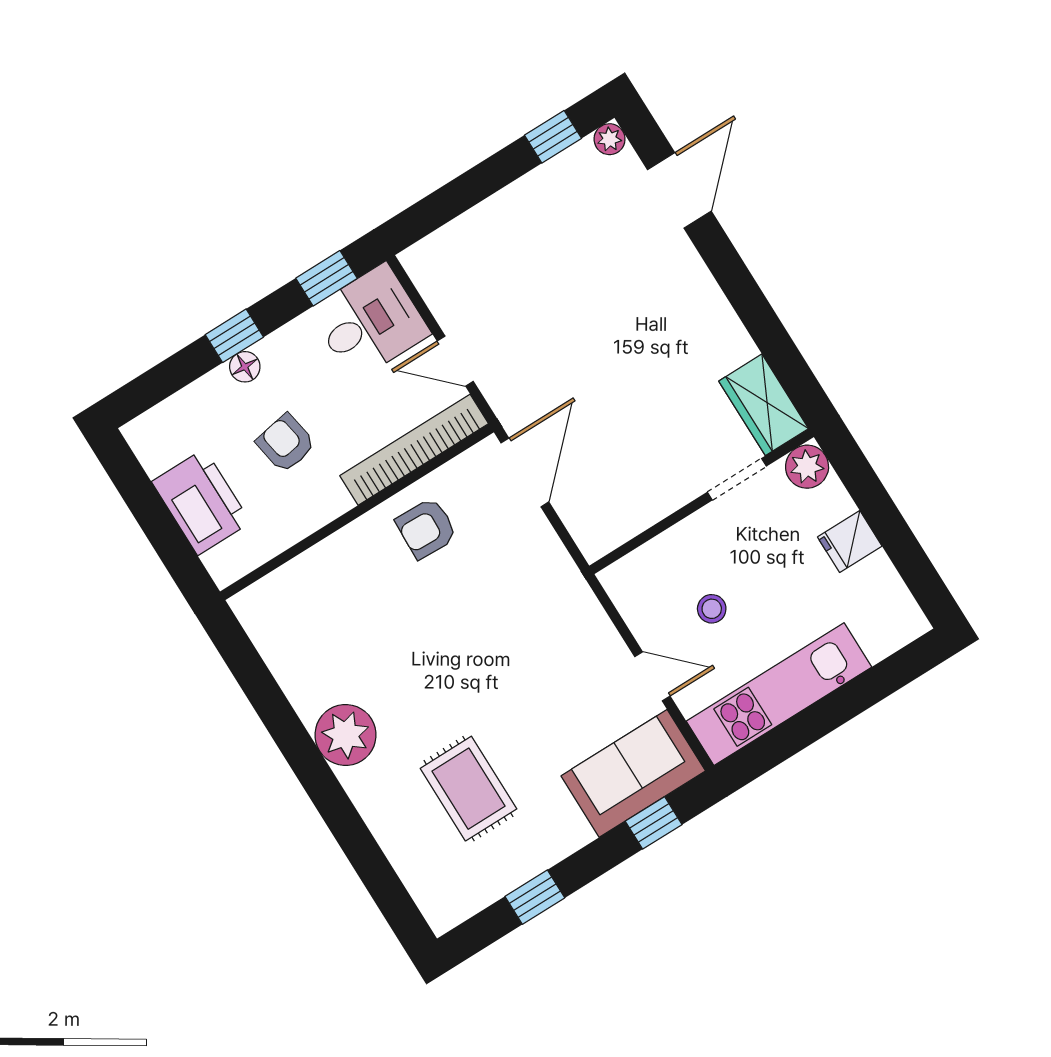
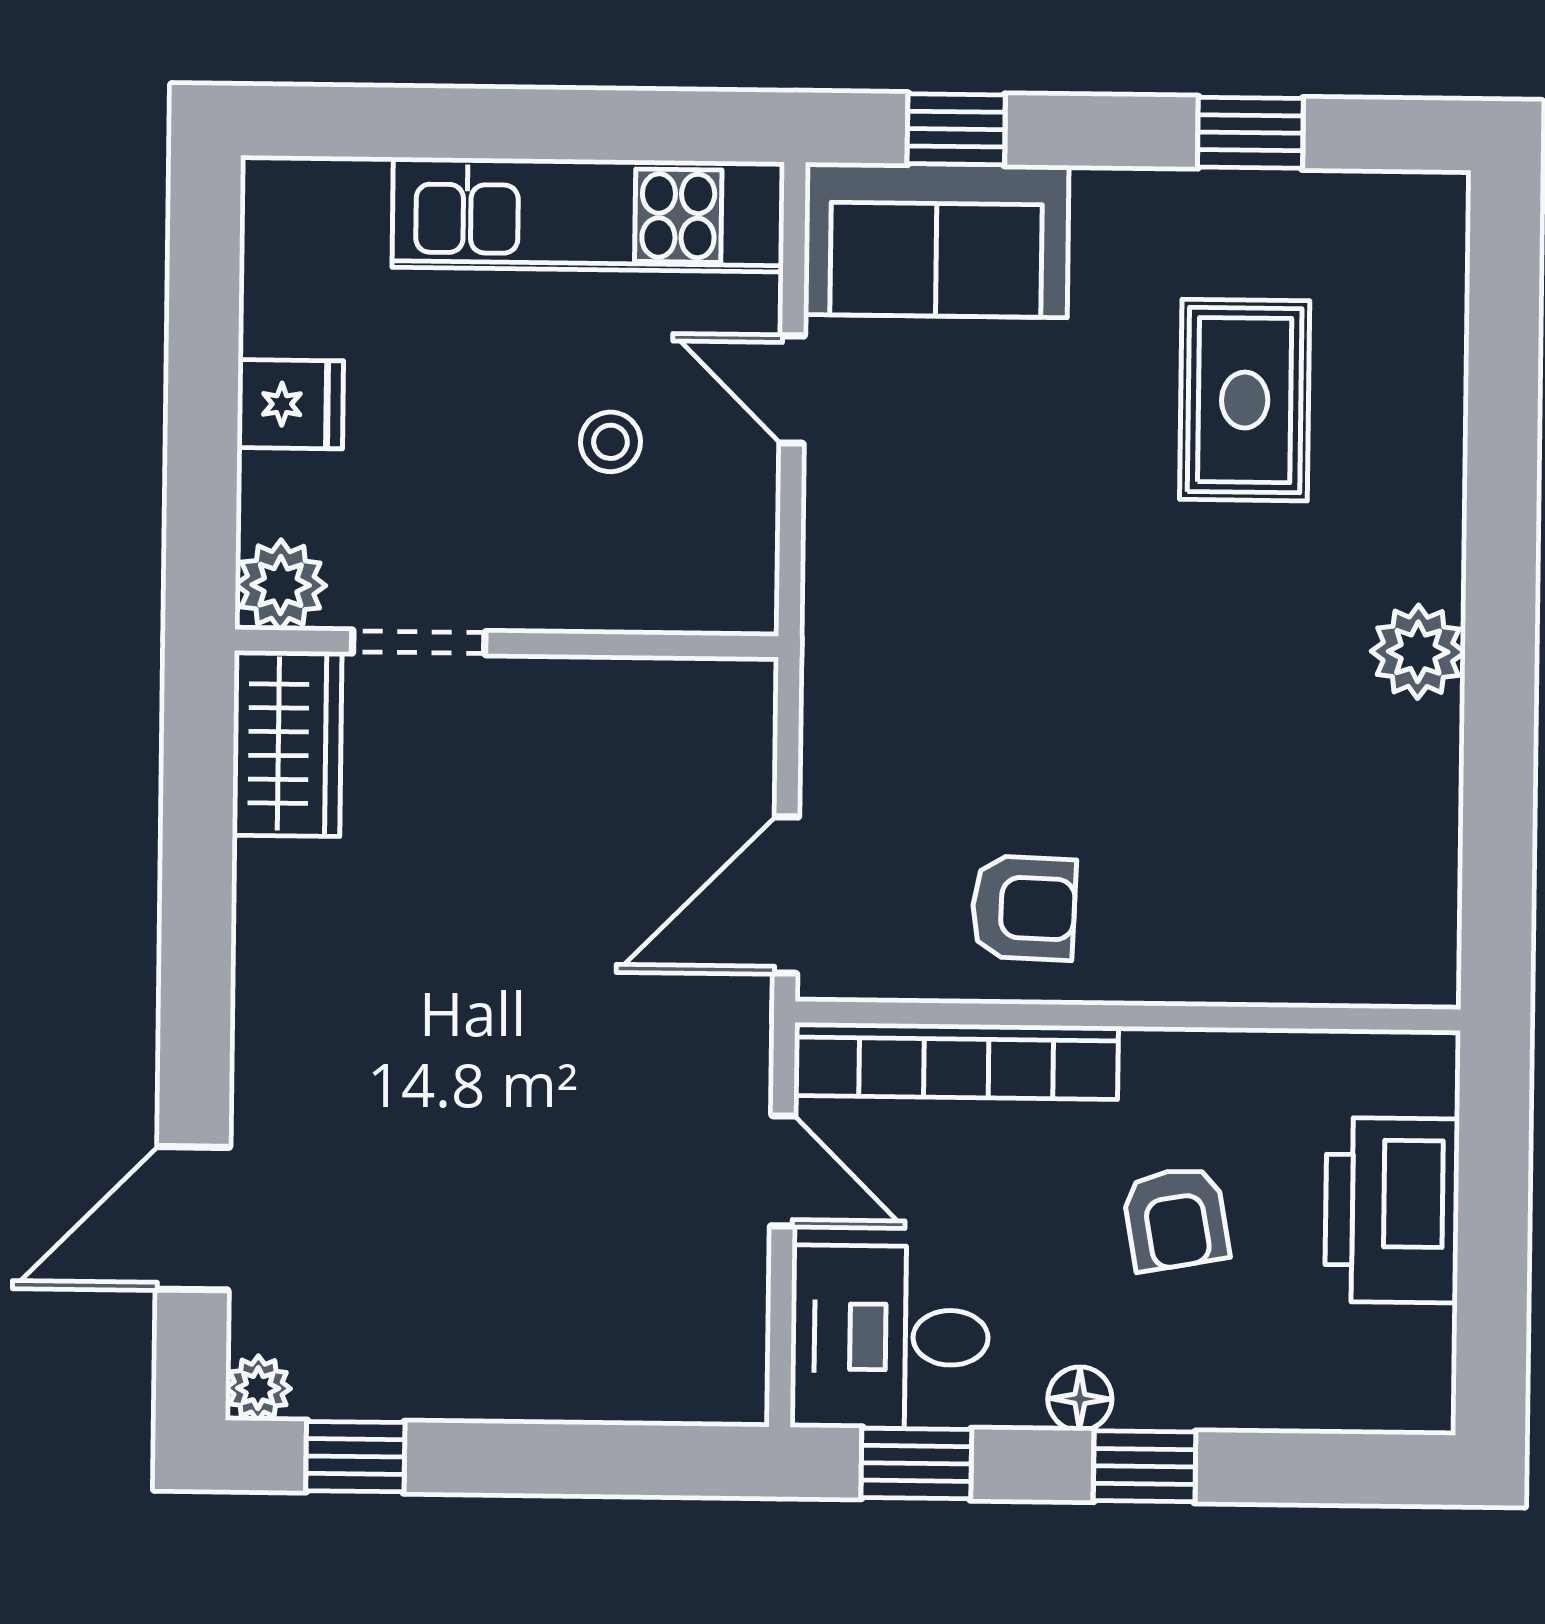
floor lamp: (245, 367) -> (1080, 1399), moved
plant: (346, 735) -> (1418, 652), width x0.73, depth x0.73

